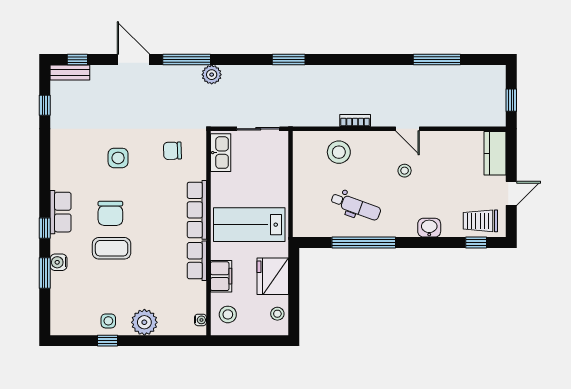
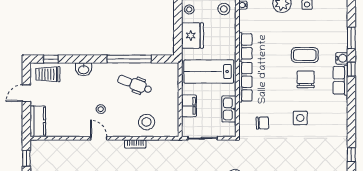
kitchen sink: (221, 153) -> (229, 109), moved
trolley: (480, 221) -> (48, 74), turned 180
lab bench: (249, 225) -> (209, 71), turned 180
water cooler: (59, 262) -> (342, 58), moved
filing cabinet: (221, 276) -> (189, 106), moved, turned 180

